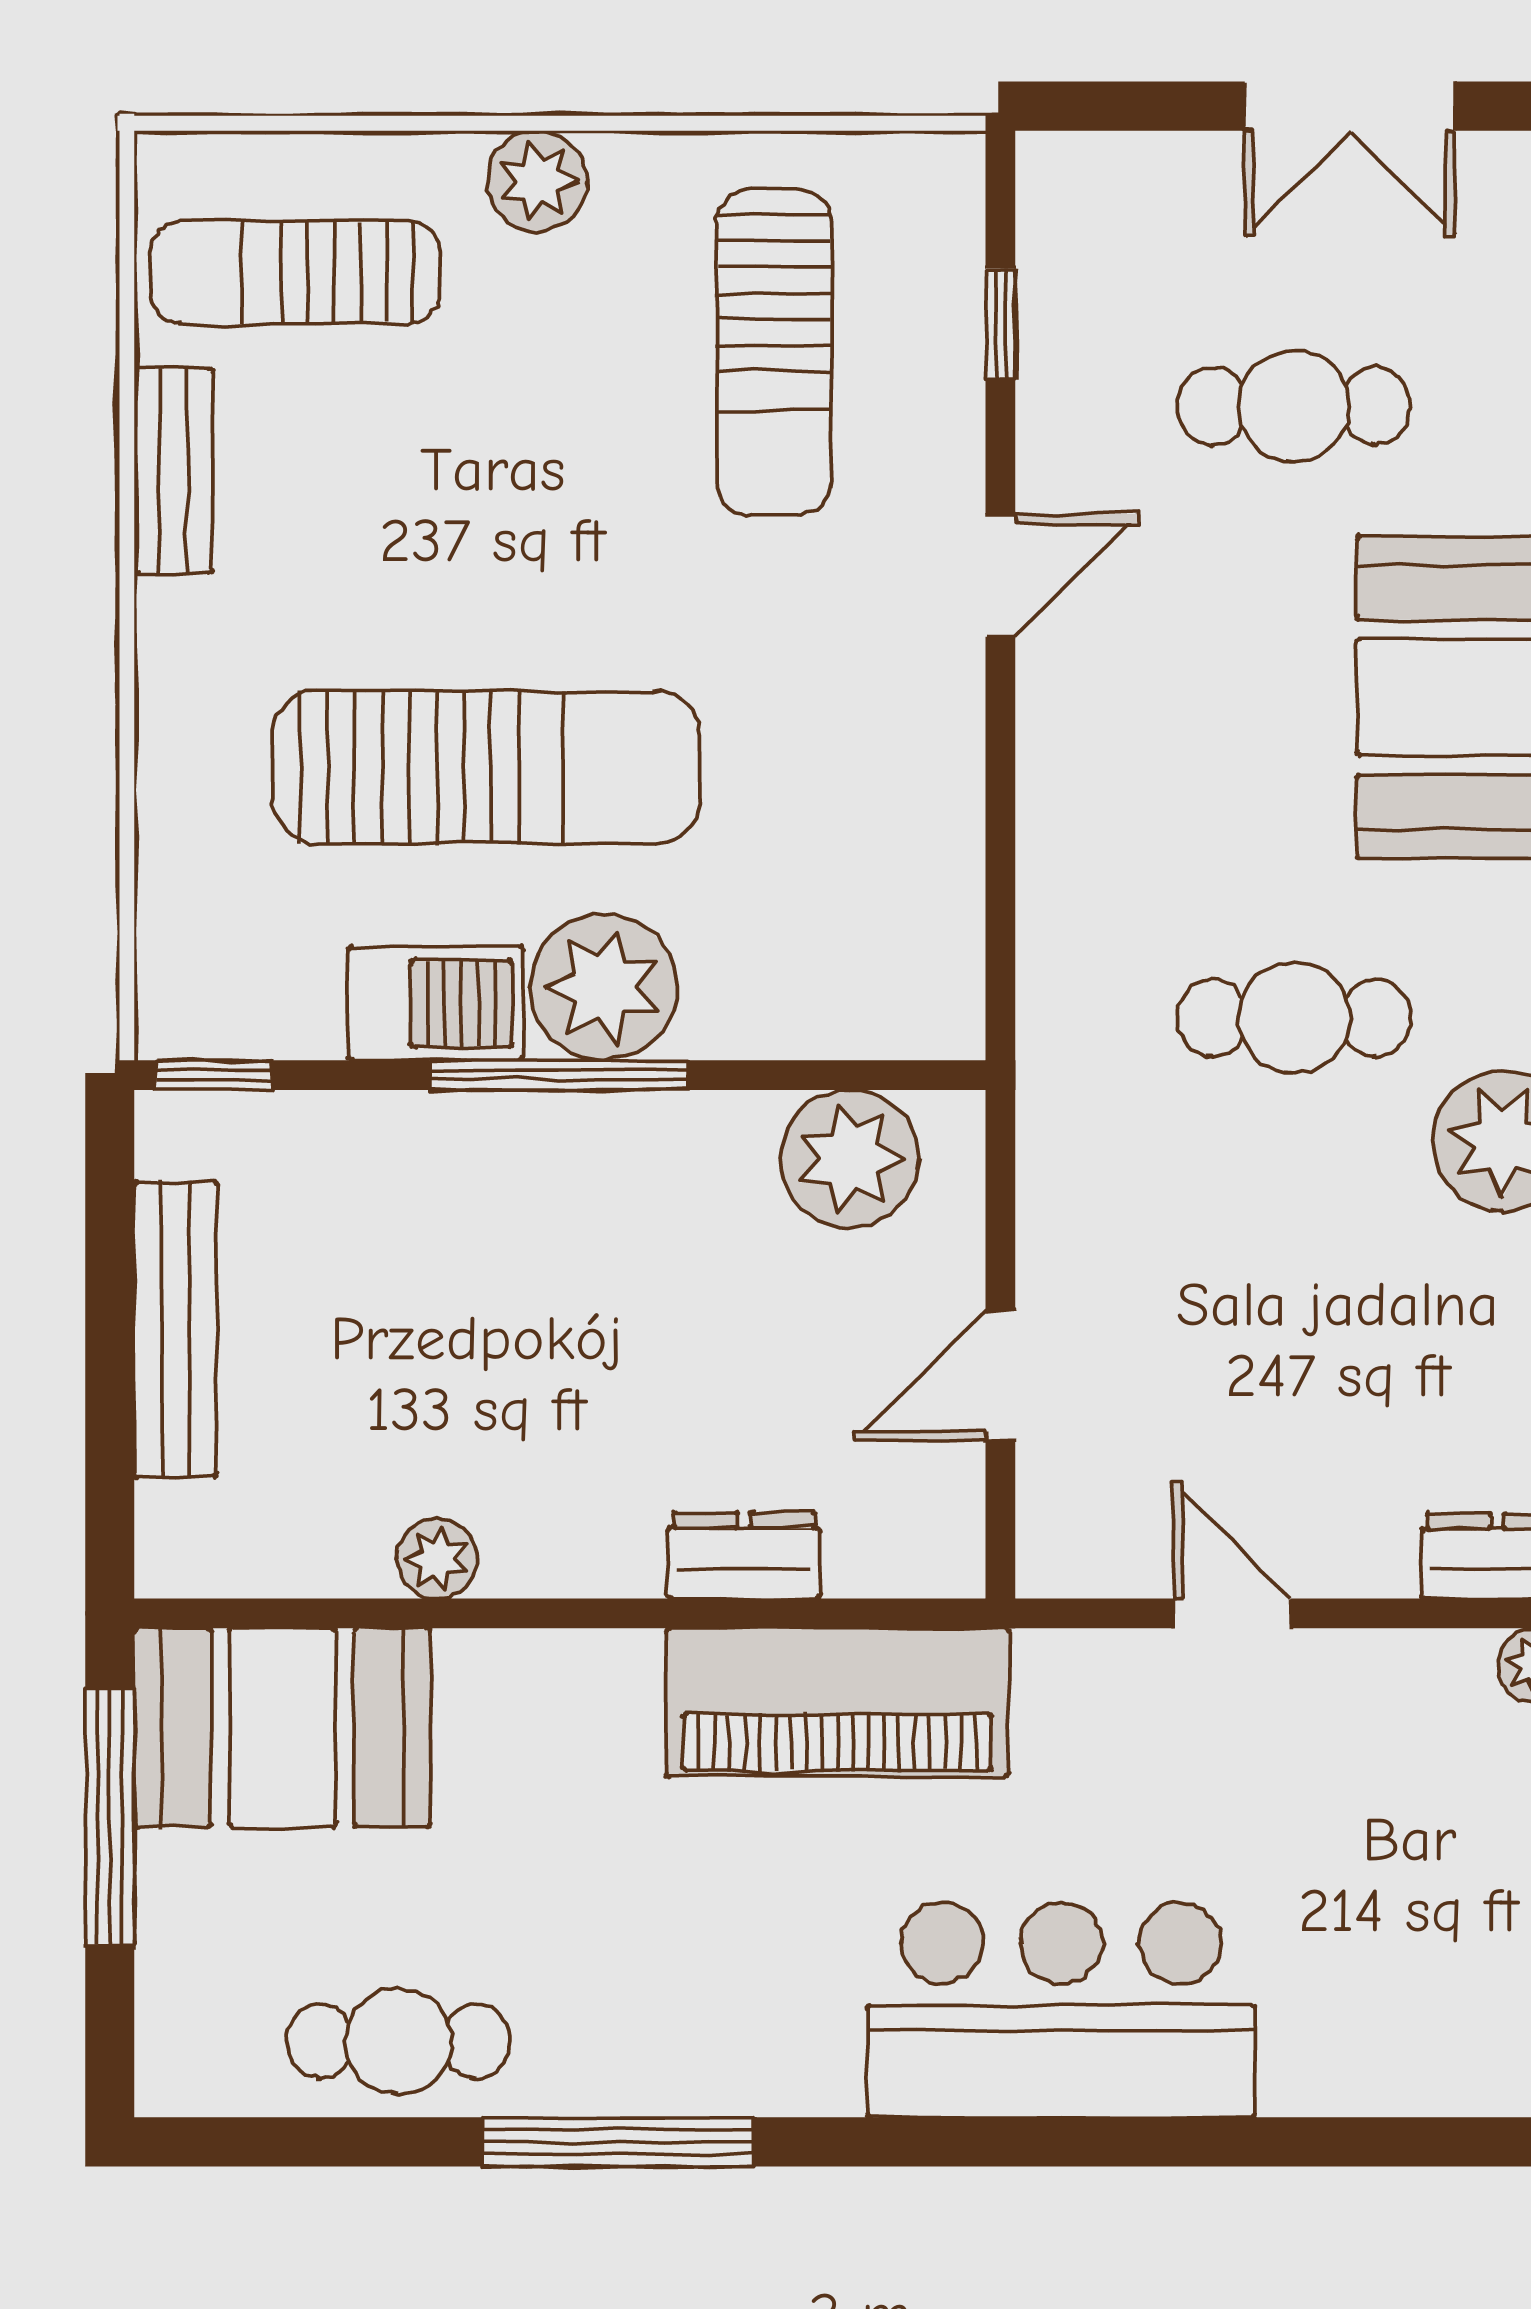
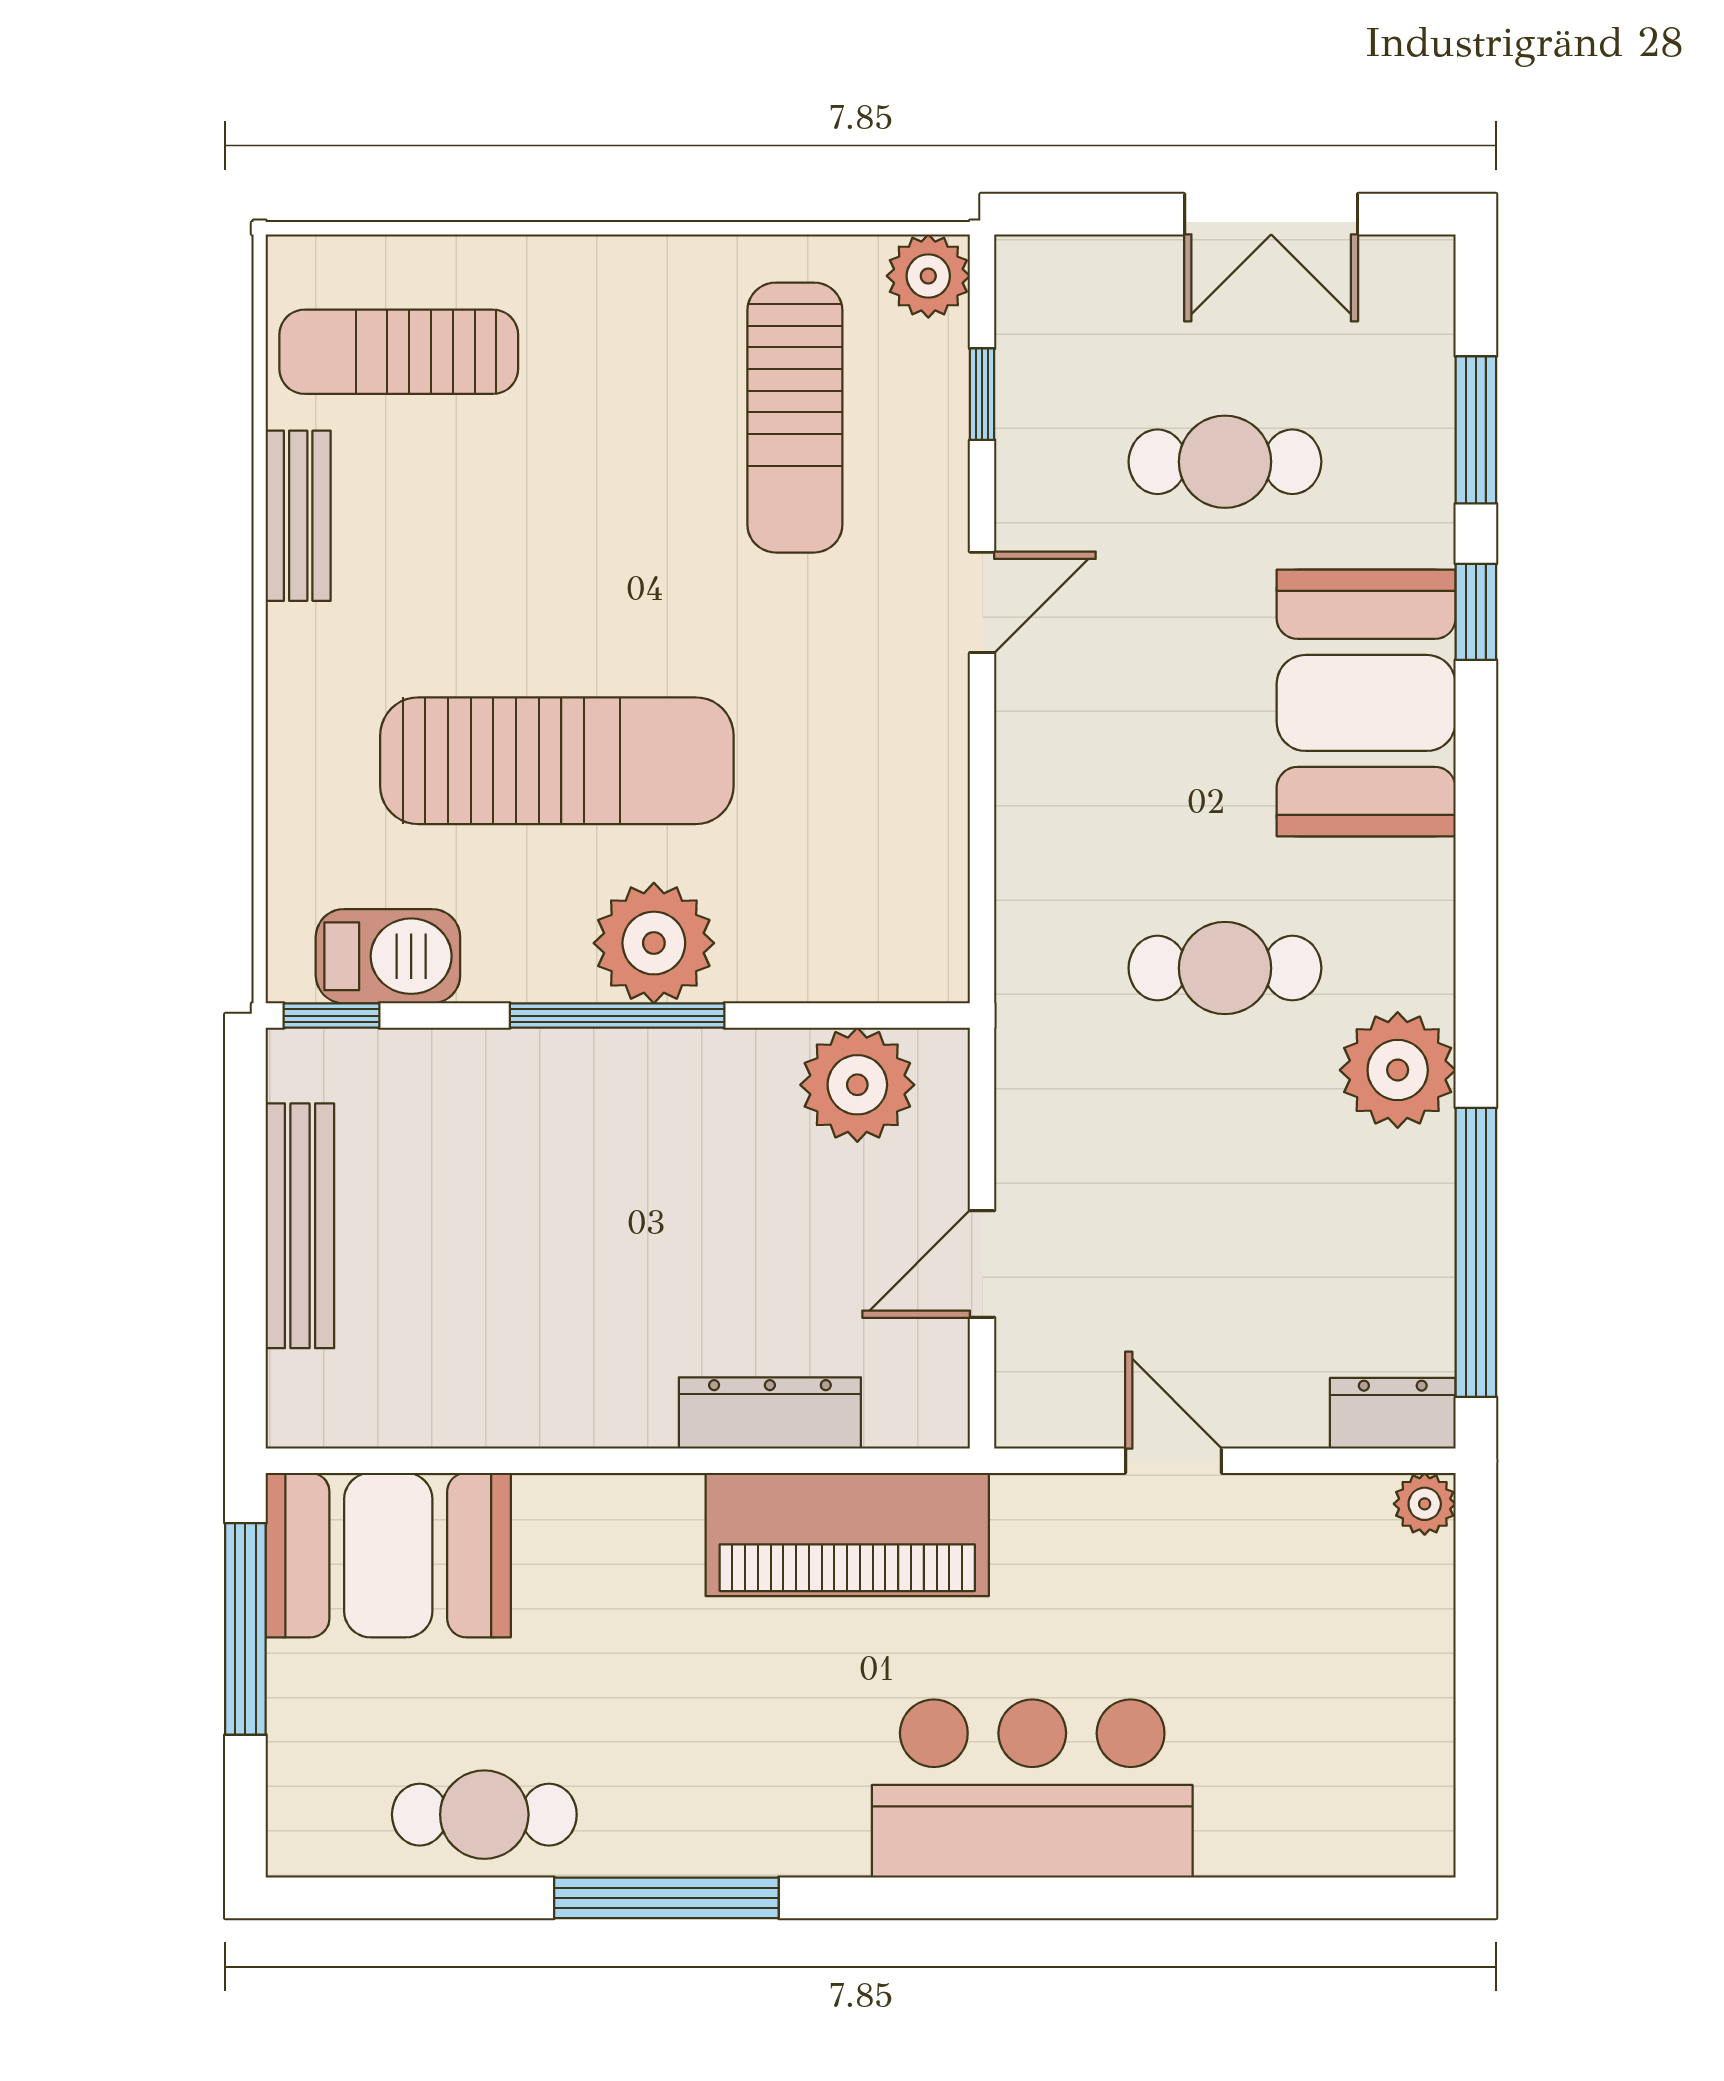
plant: (537, 181) -> (928, 276), moved
barbecue: (435, 1003) -> (388, 956), moved
dresser: (744, 1556) -> (770, 1413), width x1.44
plant: (437, 1559) -> (516, 1416), removed

